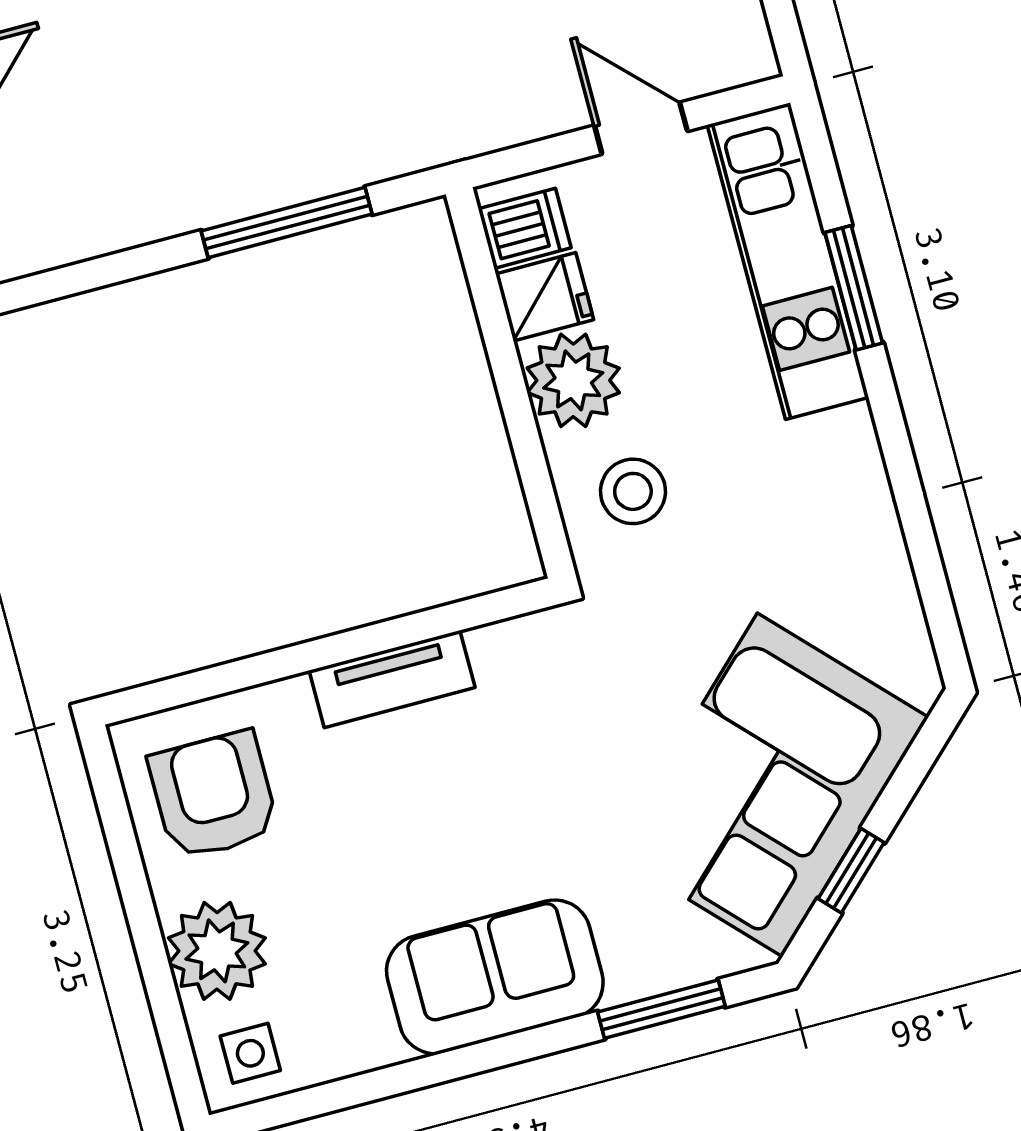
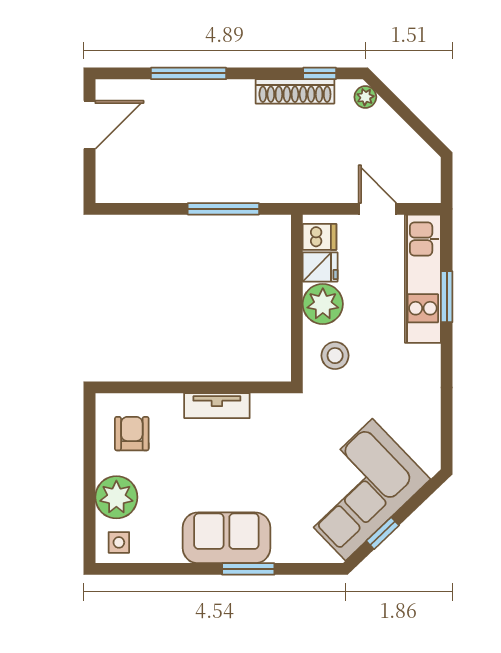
armchair: (213, 795) -> (132, 434), width x0.72, depth x0.72
window: (661, 1009) -> (248, 569), moved

